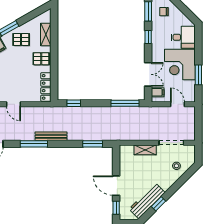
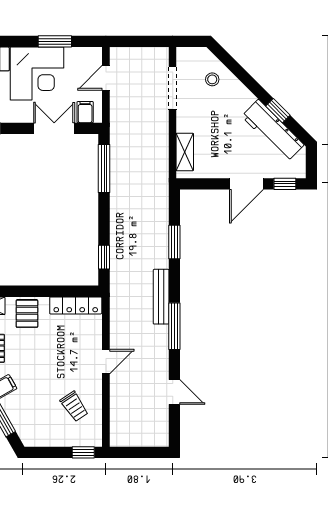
window: (93, 144) -> (174, 242), moved
shelving: (145, 150) -> (185, 152), moved

